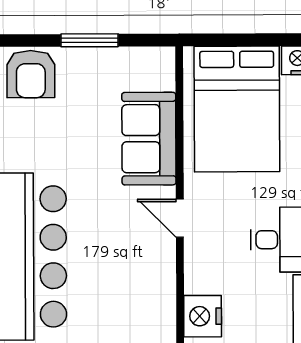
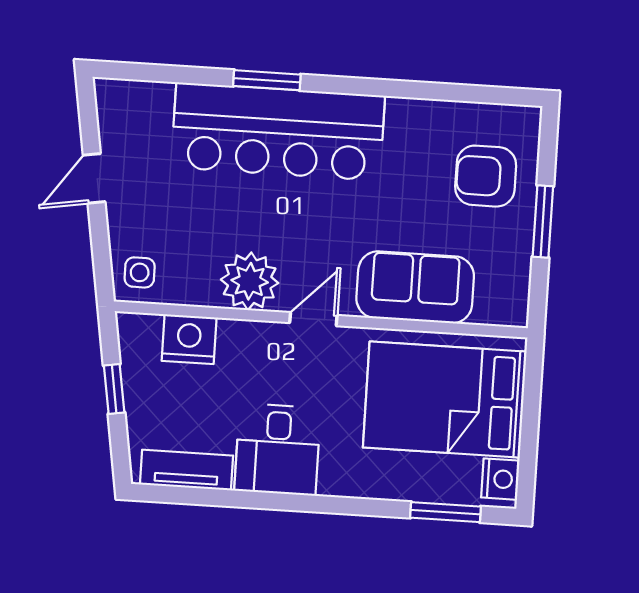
armchair: (31, 74) -> (486, 176), moved
plant: (153, 271) -> (250, 281), added

